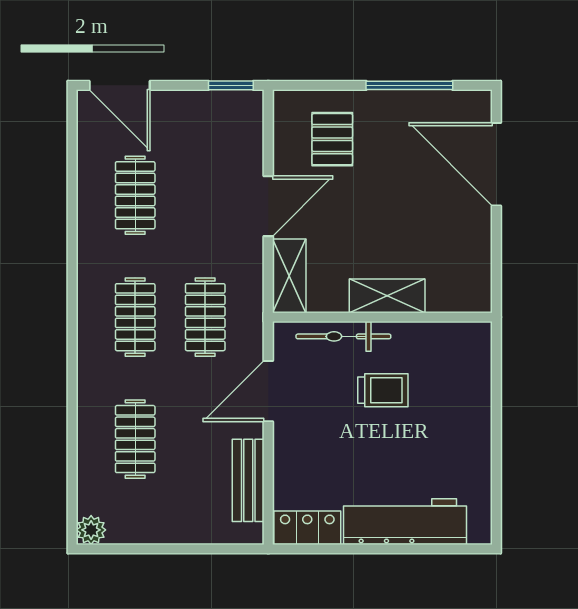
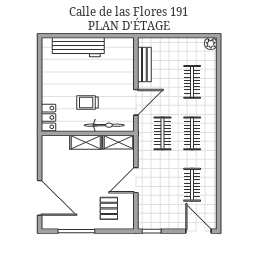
shelving: (289, 276) -> (119, 142), moved, turned 90
locker: (307, 528) -> (49, 117), moved, turned -90

